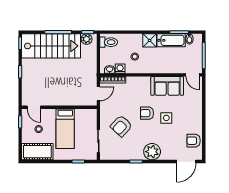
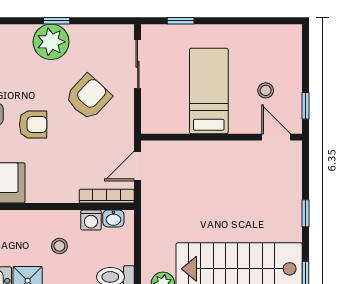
cot: (37, 152) -> (269, 42), removed
plant: (152, 152) -> (51, 42), moved

